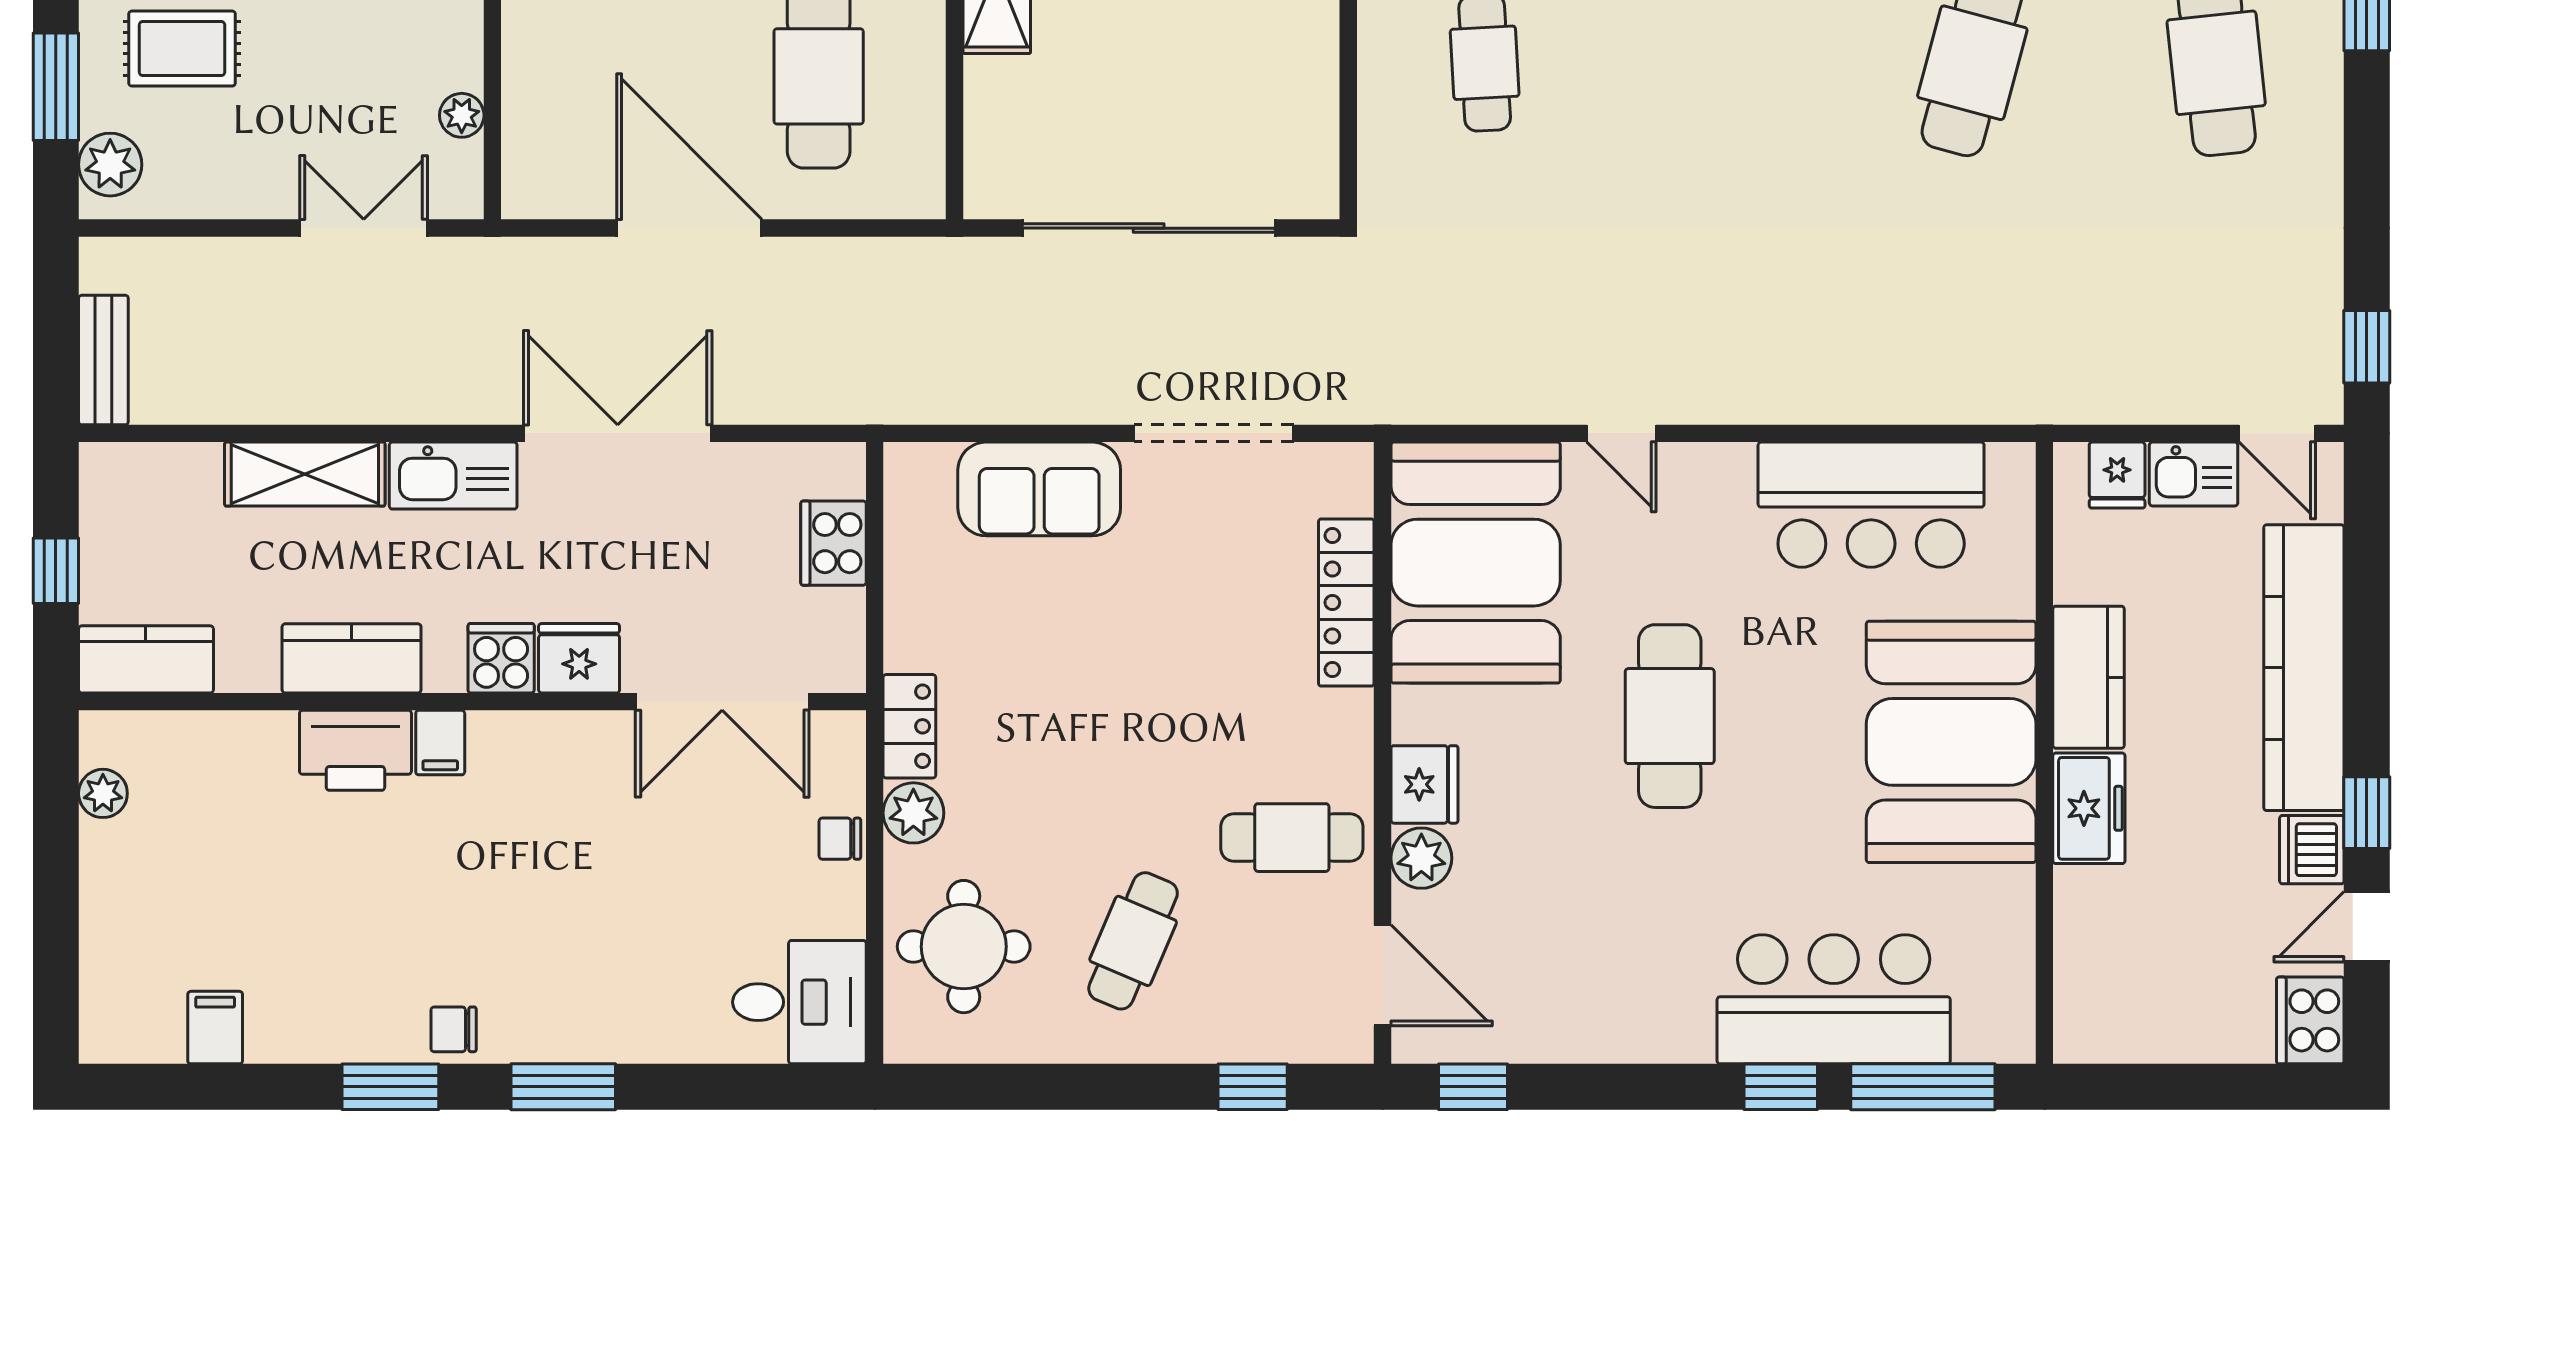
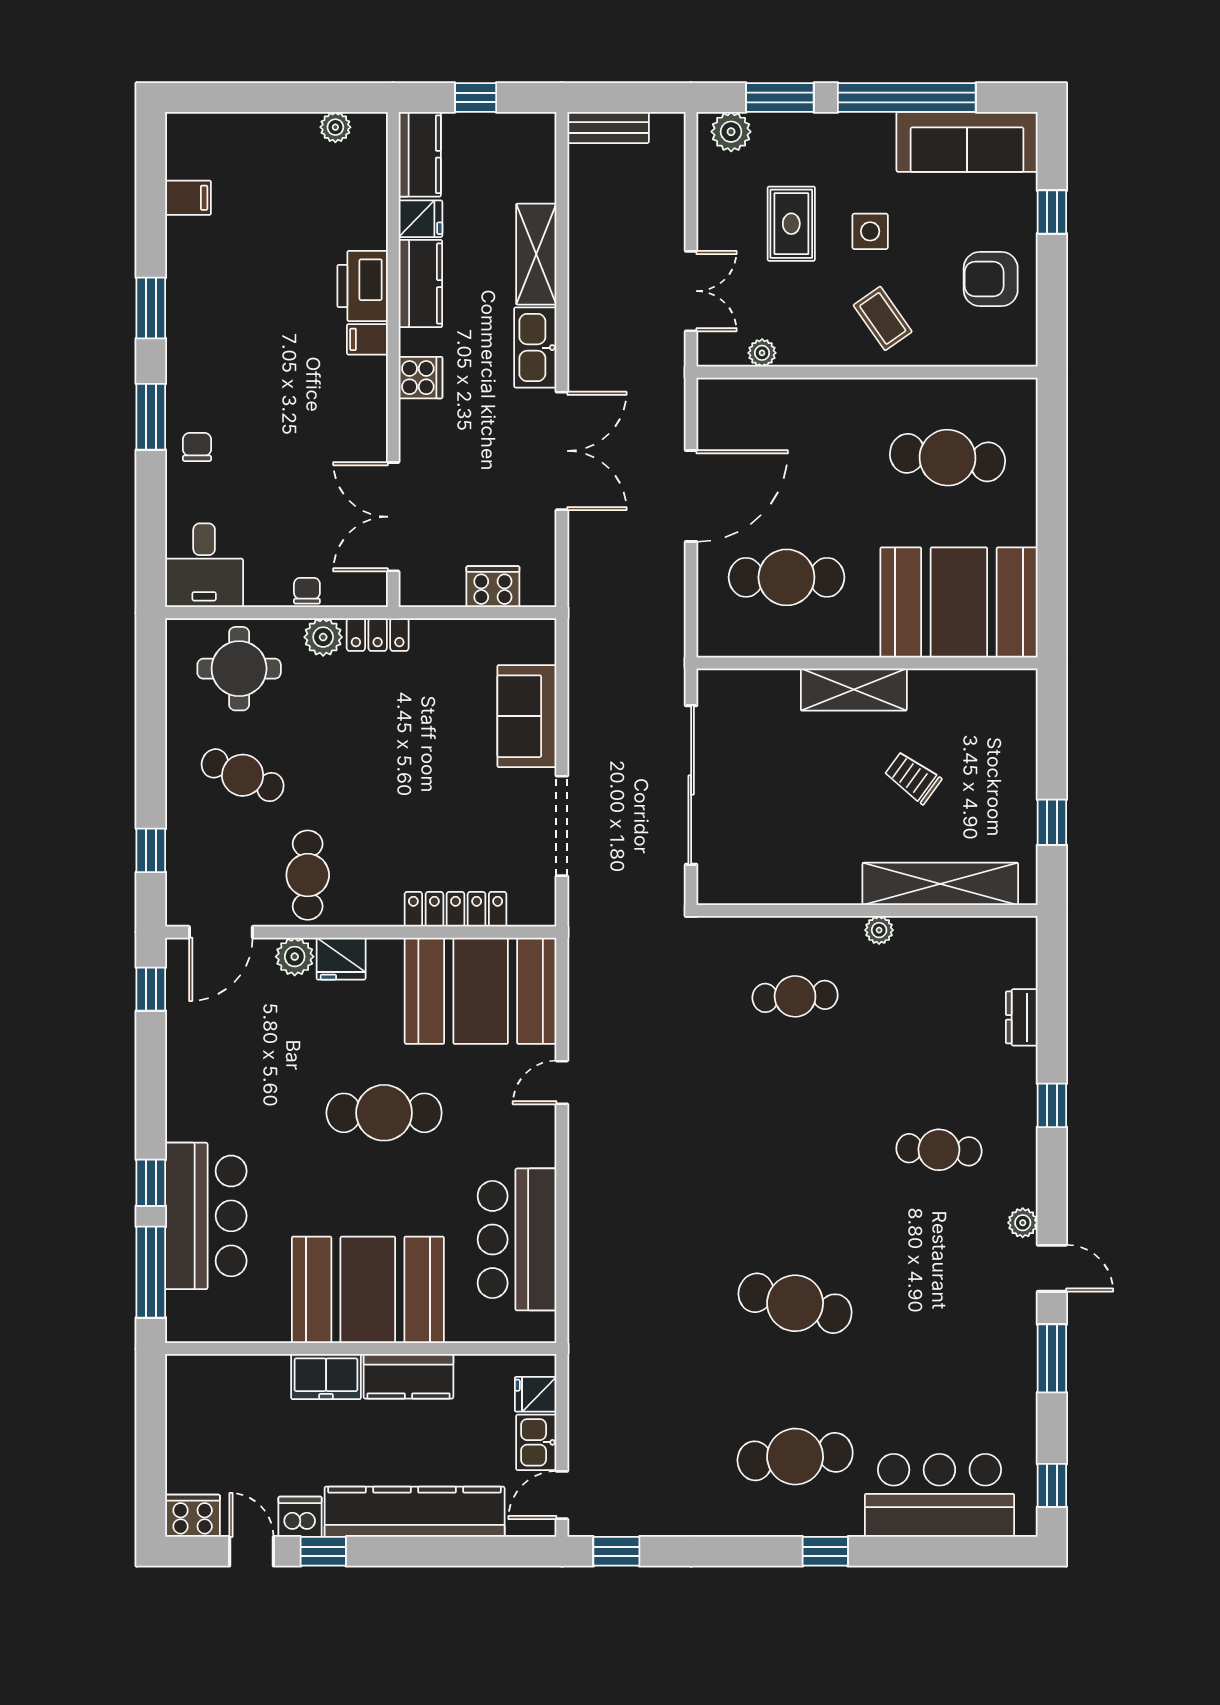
rug: (182, 49) -> (791, 224), moved
fridge: (579, 658) -> (420, 219), moved, width x0.72
chair: (454, 1029) -> (197, 447), moved

